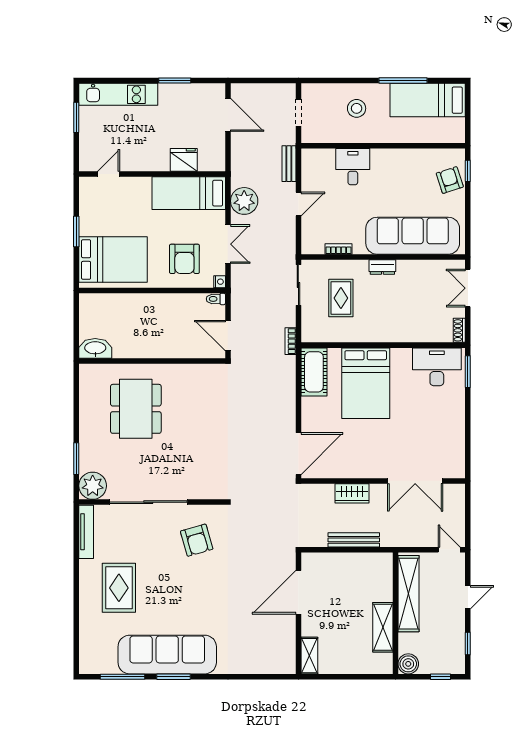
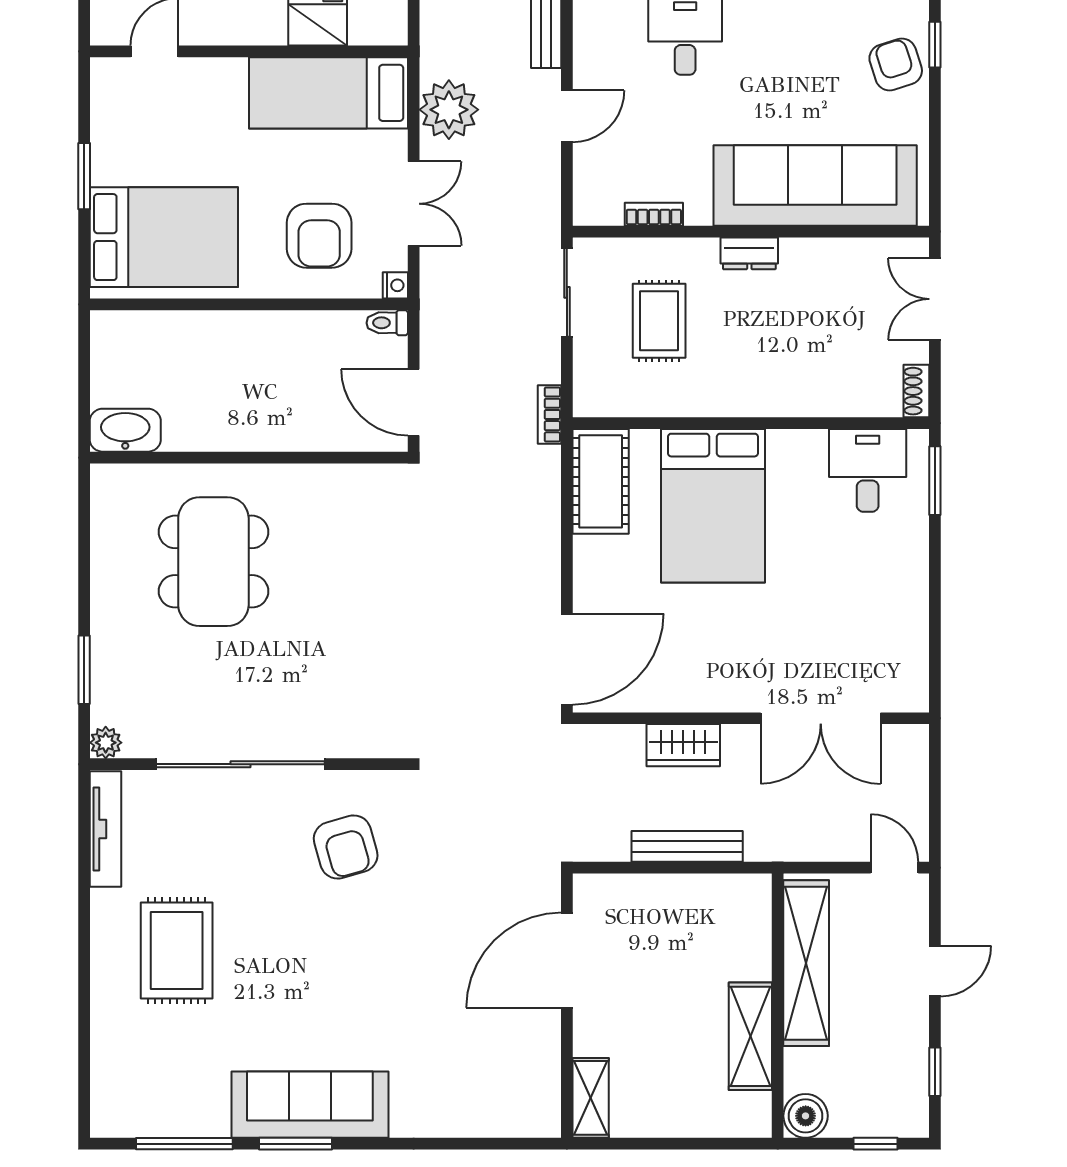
desk: (437, 367) -> (868, 470), width x0.73
plant: (93, 486) -> (106, 743), width x0.53, depth x0.53
sofa: (167, 655) -> (310, 1105), width x0.74, depth x0.79

